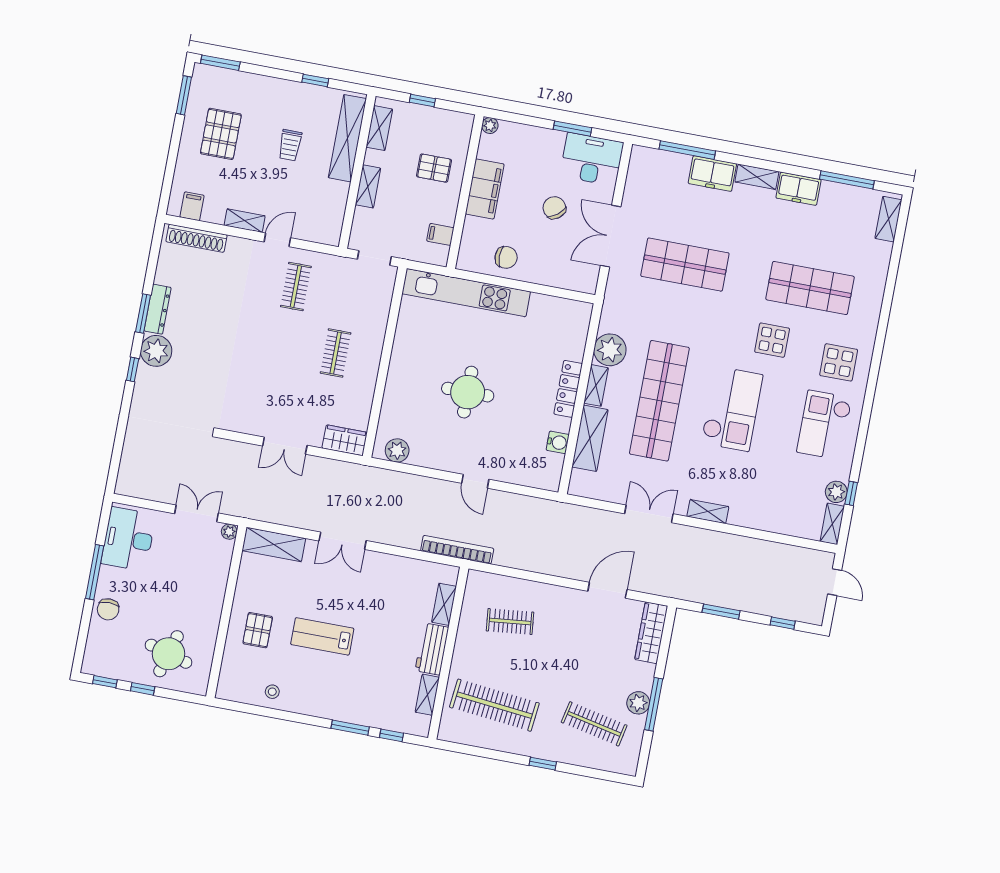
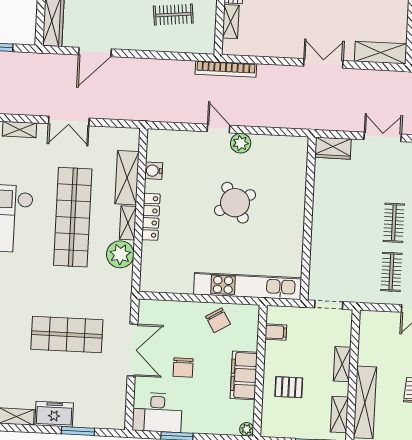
window: (687, 150) -> (78, 431), width x0.69
chair: (554, 208) -> (183, 367), turned 38
chair: (506, 257) -> (218, 320), turned -121
clothes rail: (336, 353) -> (394, 223), moved
round table: (468, 392) -> (235, 203), turned -30
plant: (397, 450) -> (241, 143), moved

